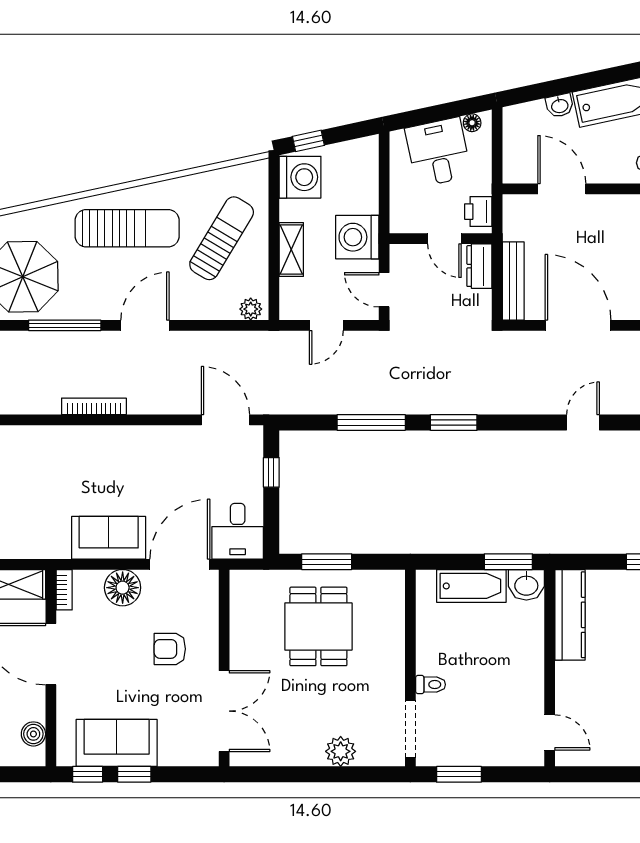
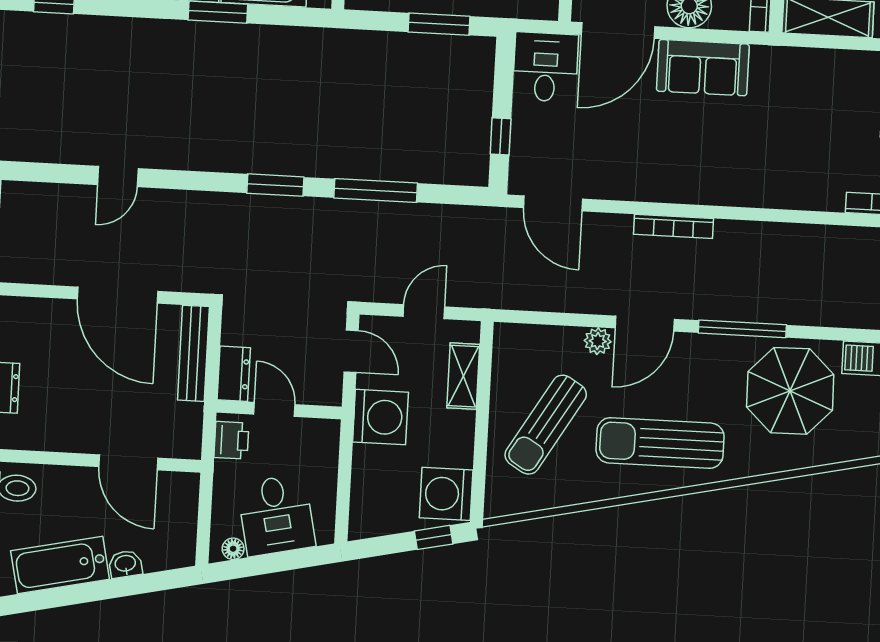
shelving: (291, 250) -> (463, 376), moved
plant: (251, 309) -> (598, 341), moved
bookcase: (94, 406) -> (673, 226), moved

